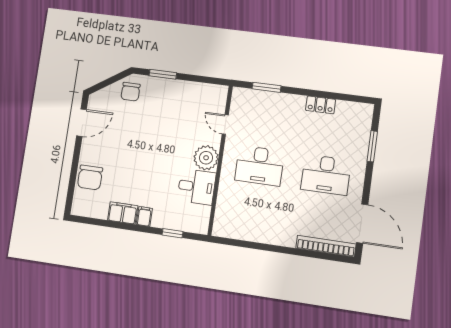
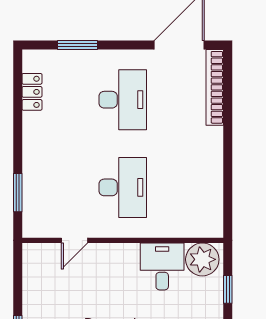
locker: (321, 105) -> (32, 92), moved
plant: (206, 158) -> (202, 259), moved

